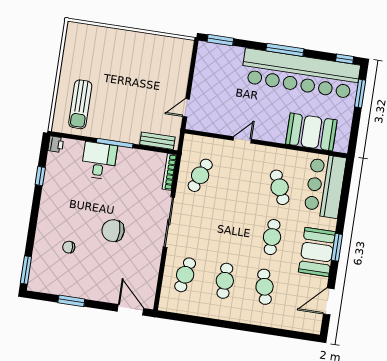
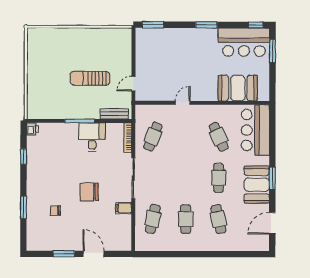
window: (285, 50) -> (206, 25), width x0.69
bar counter: (300, 74) -> (244, 42), width x0.54
sun lounger: (80, 104) -> (90, 78), moved, turned 90
desk: (99, 161) -> (92, 137), moved
filing cabinet: (152, 256) -> (124, 208), added
window: (26, 270) -> (23, 208), moved
door: (130, 310) -> (94, 254), moved

